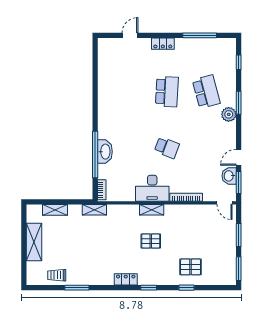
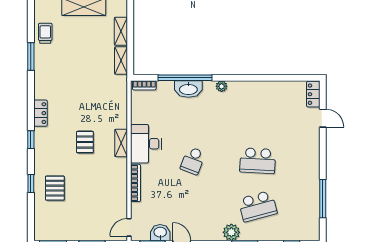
locker: (163, 44) -> (313, 94), moved
plant: (103, 123) -> (222, 86), added
shelving: (94, 210) -> (121, 61), moved

